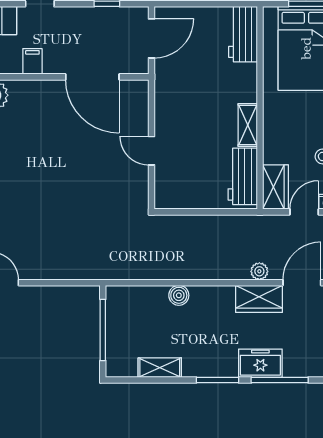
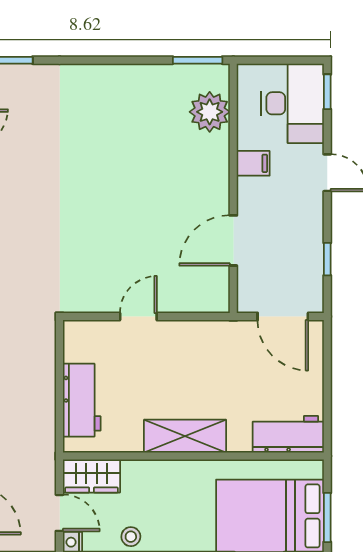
door: (92, 77) -> (233, 240), width x0.73
shelving: (248, 125) -> (185, 436), width x1.50, depth x1.33
workbench: (243, 176) -> (82, 400), moved, turned 90

